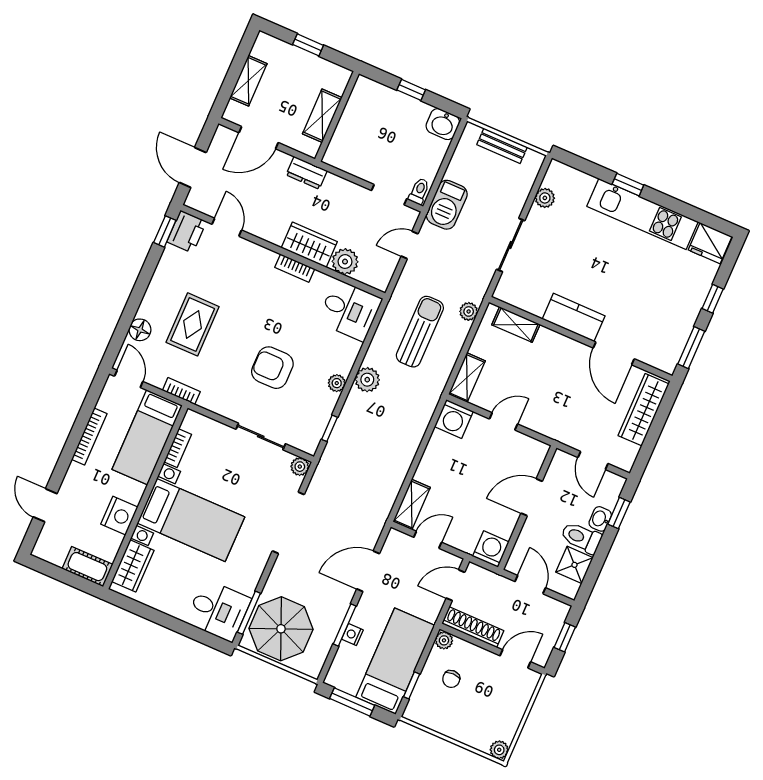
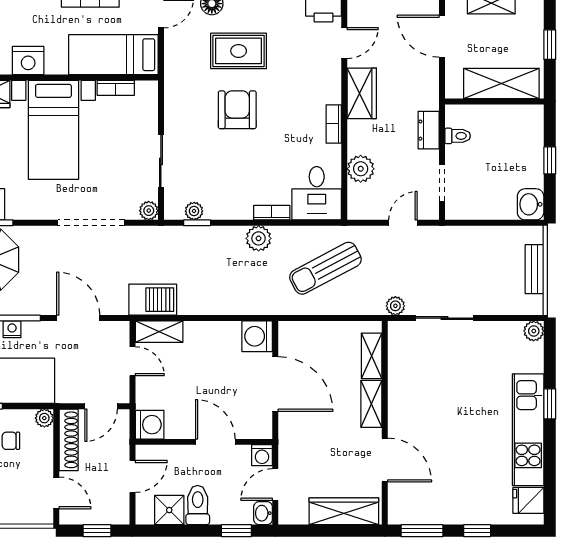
shelving: (322, 116) -> (501, 83), width x1.50, depth x1.33
dresser: (307, 173) -> (429, 130), moved
toilet: (419, 191) -> (458, 136), moved
plant: (545, 198) -> (534, 331), moved
barbecue: (447, 205) -> (153, 300), moved, turned 180
fridge: (710, 243) -> (528, 500), width x0.72
wardrobe: (309, 245) -> (362, 93), moved
door: (410, 245) -> (403, 223), hinge flipped
plant: (469, 311) -> (395, 306), moved
kitchen counter: (574, 317) -> (402, 407), removed
sun lounger: (420, 332) -> (325, 268), turned 152
door: (614, 353) -> (385, 460), swing flipped
armchair: (272, 368) -> (237, 110), moved
shelving: (467, 378) -> (371, 404), moved, turned 90
plant: (337, 383) -> (194, 211), moved
bookcase: (181, 391) -> (272, 213), moved, turned -90
door: (504, 421) -> (275, 384), width x1.88
washing machine: (562, 461) -> (262, 455), added
washbasin: (600, 519) -> (263, 513), moved, turned -90
door: (455, 585) -> (101, 406), swing flipped

